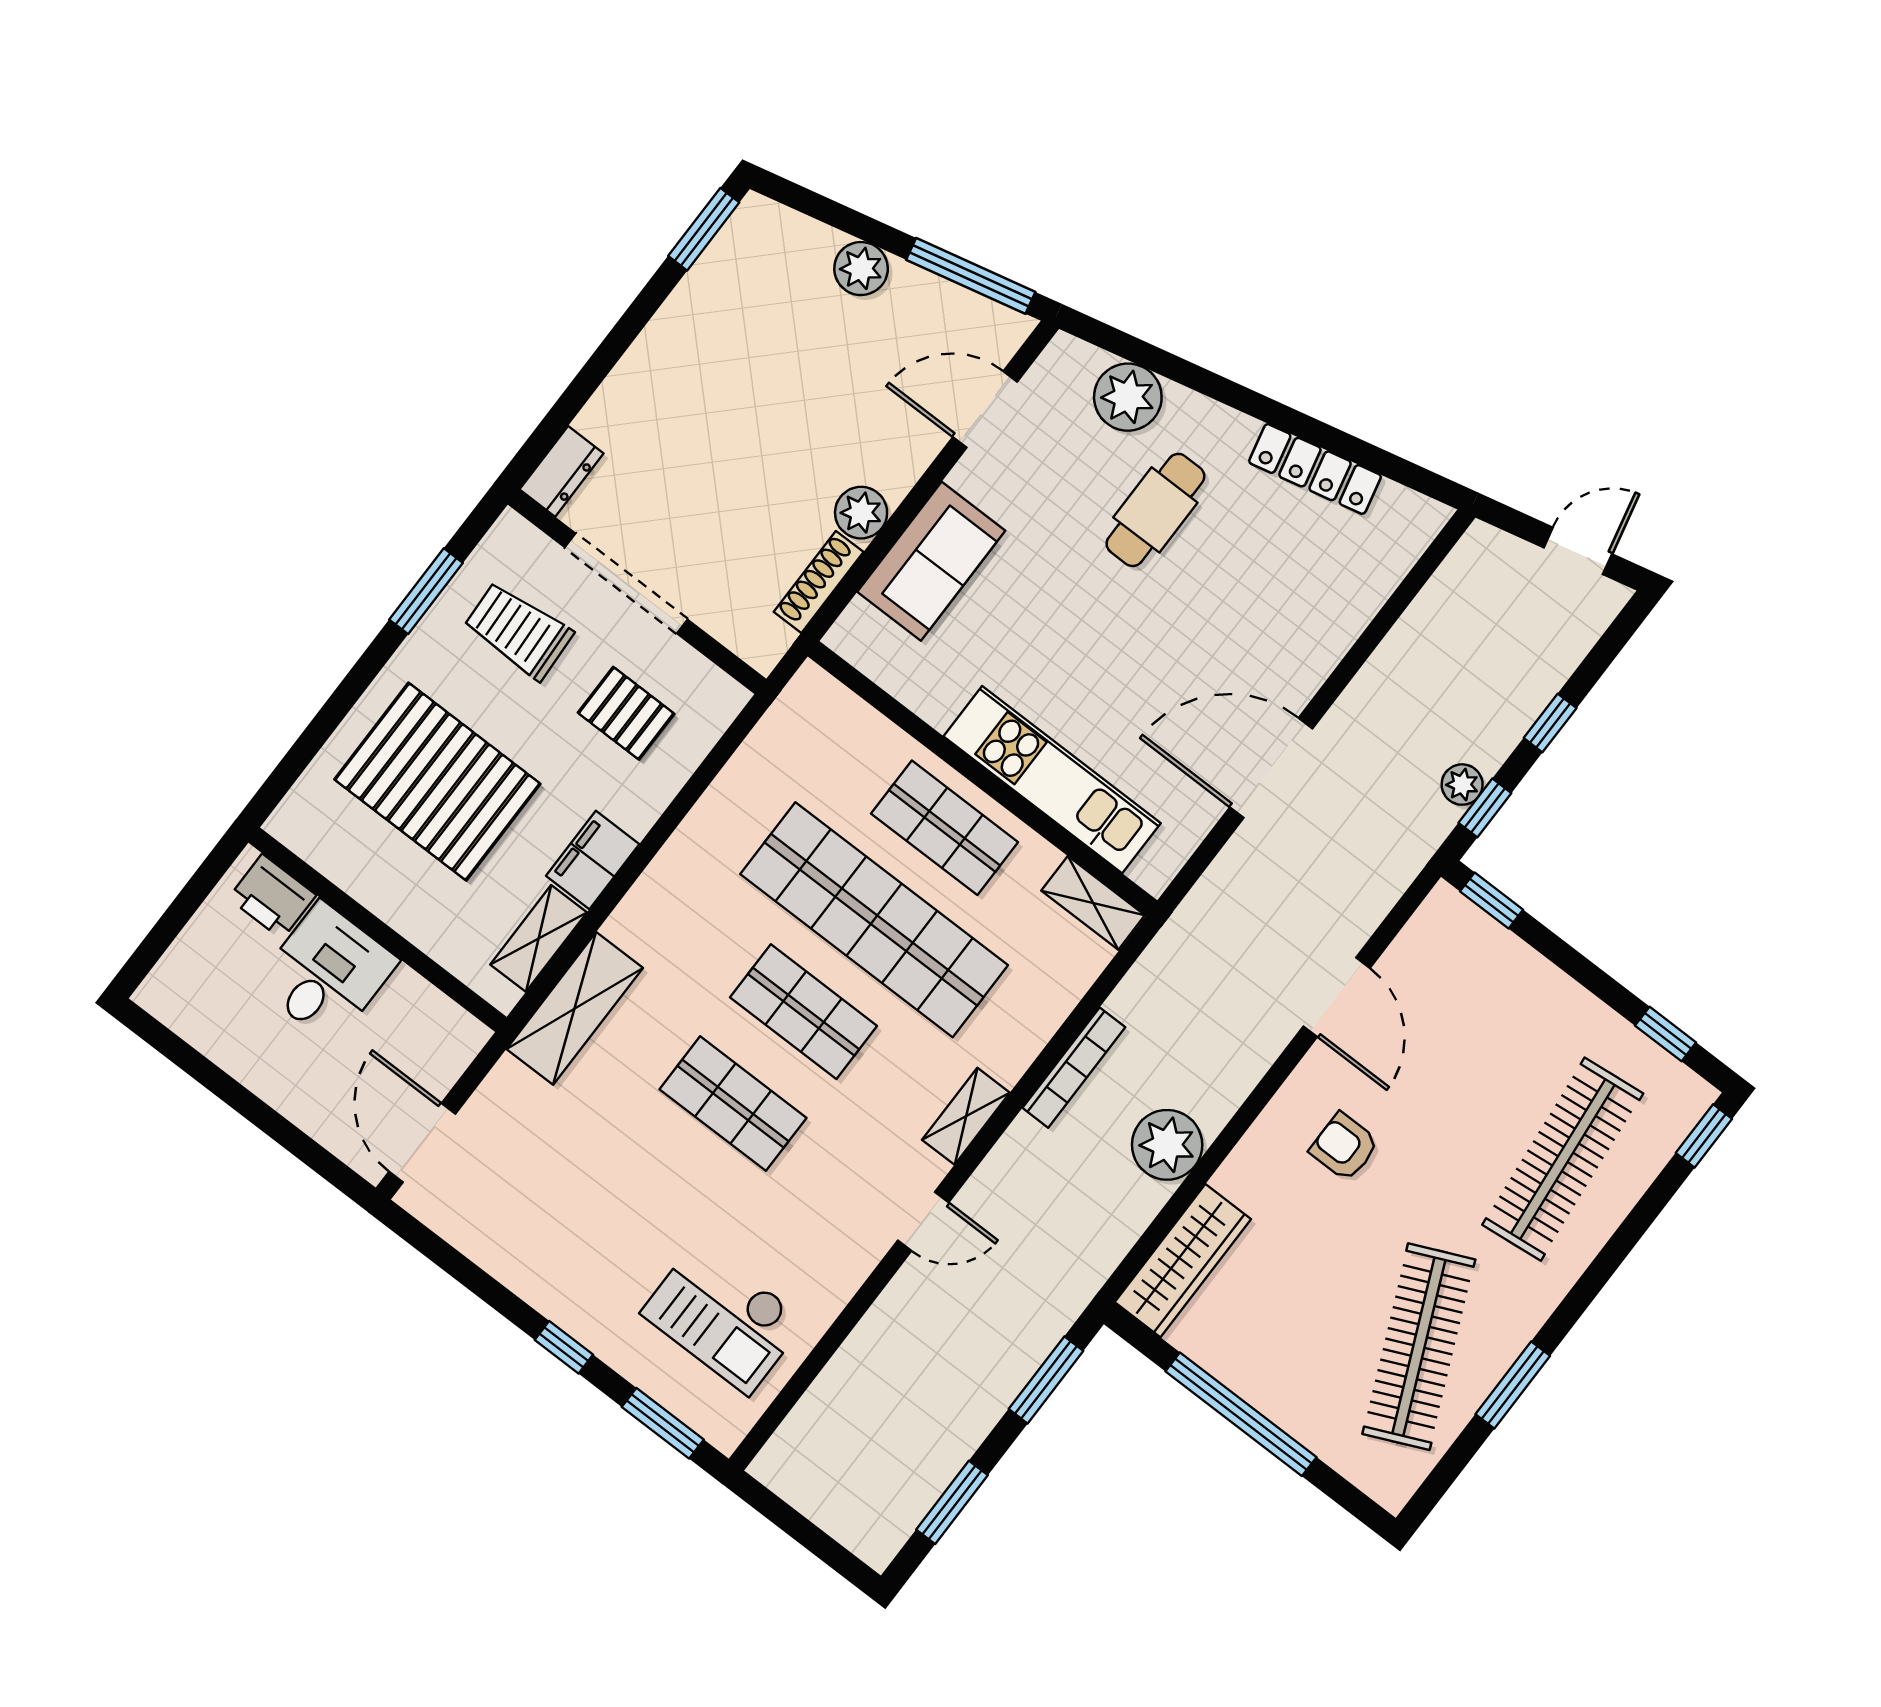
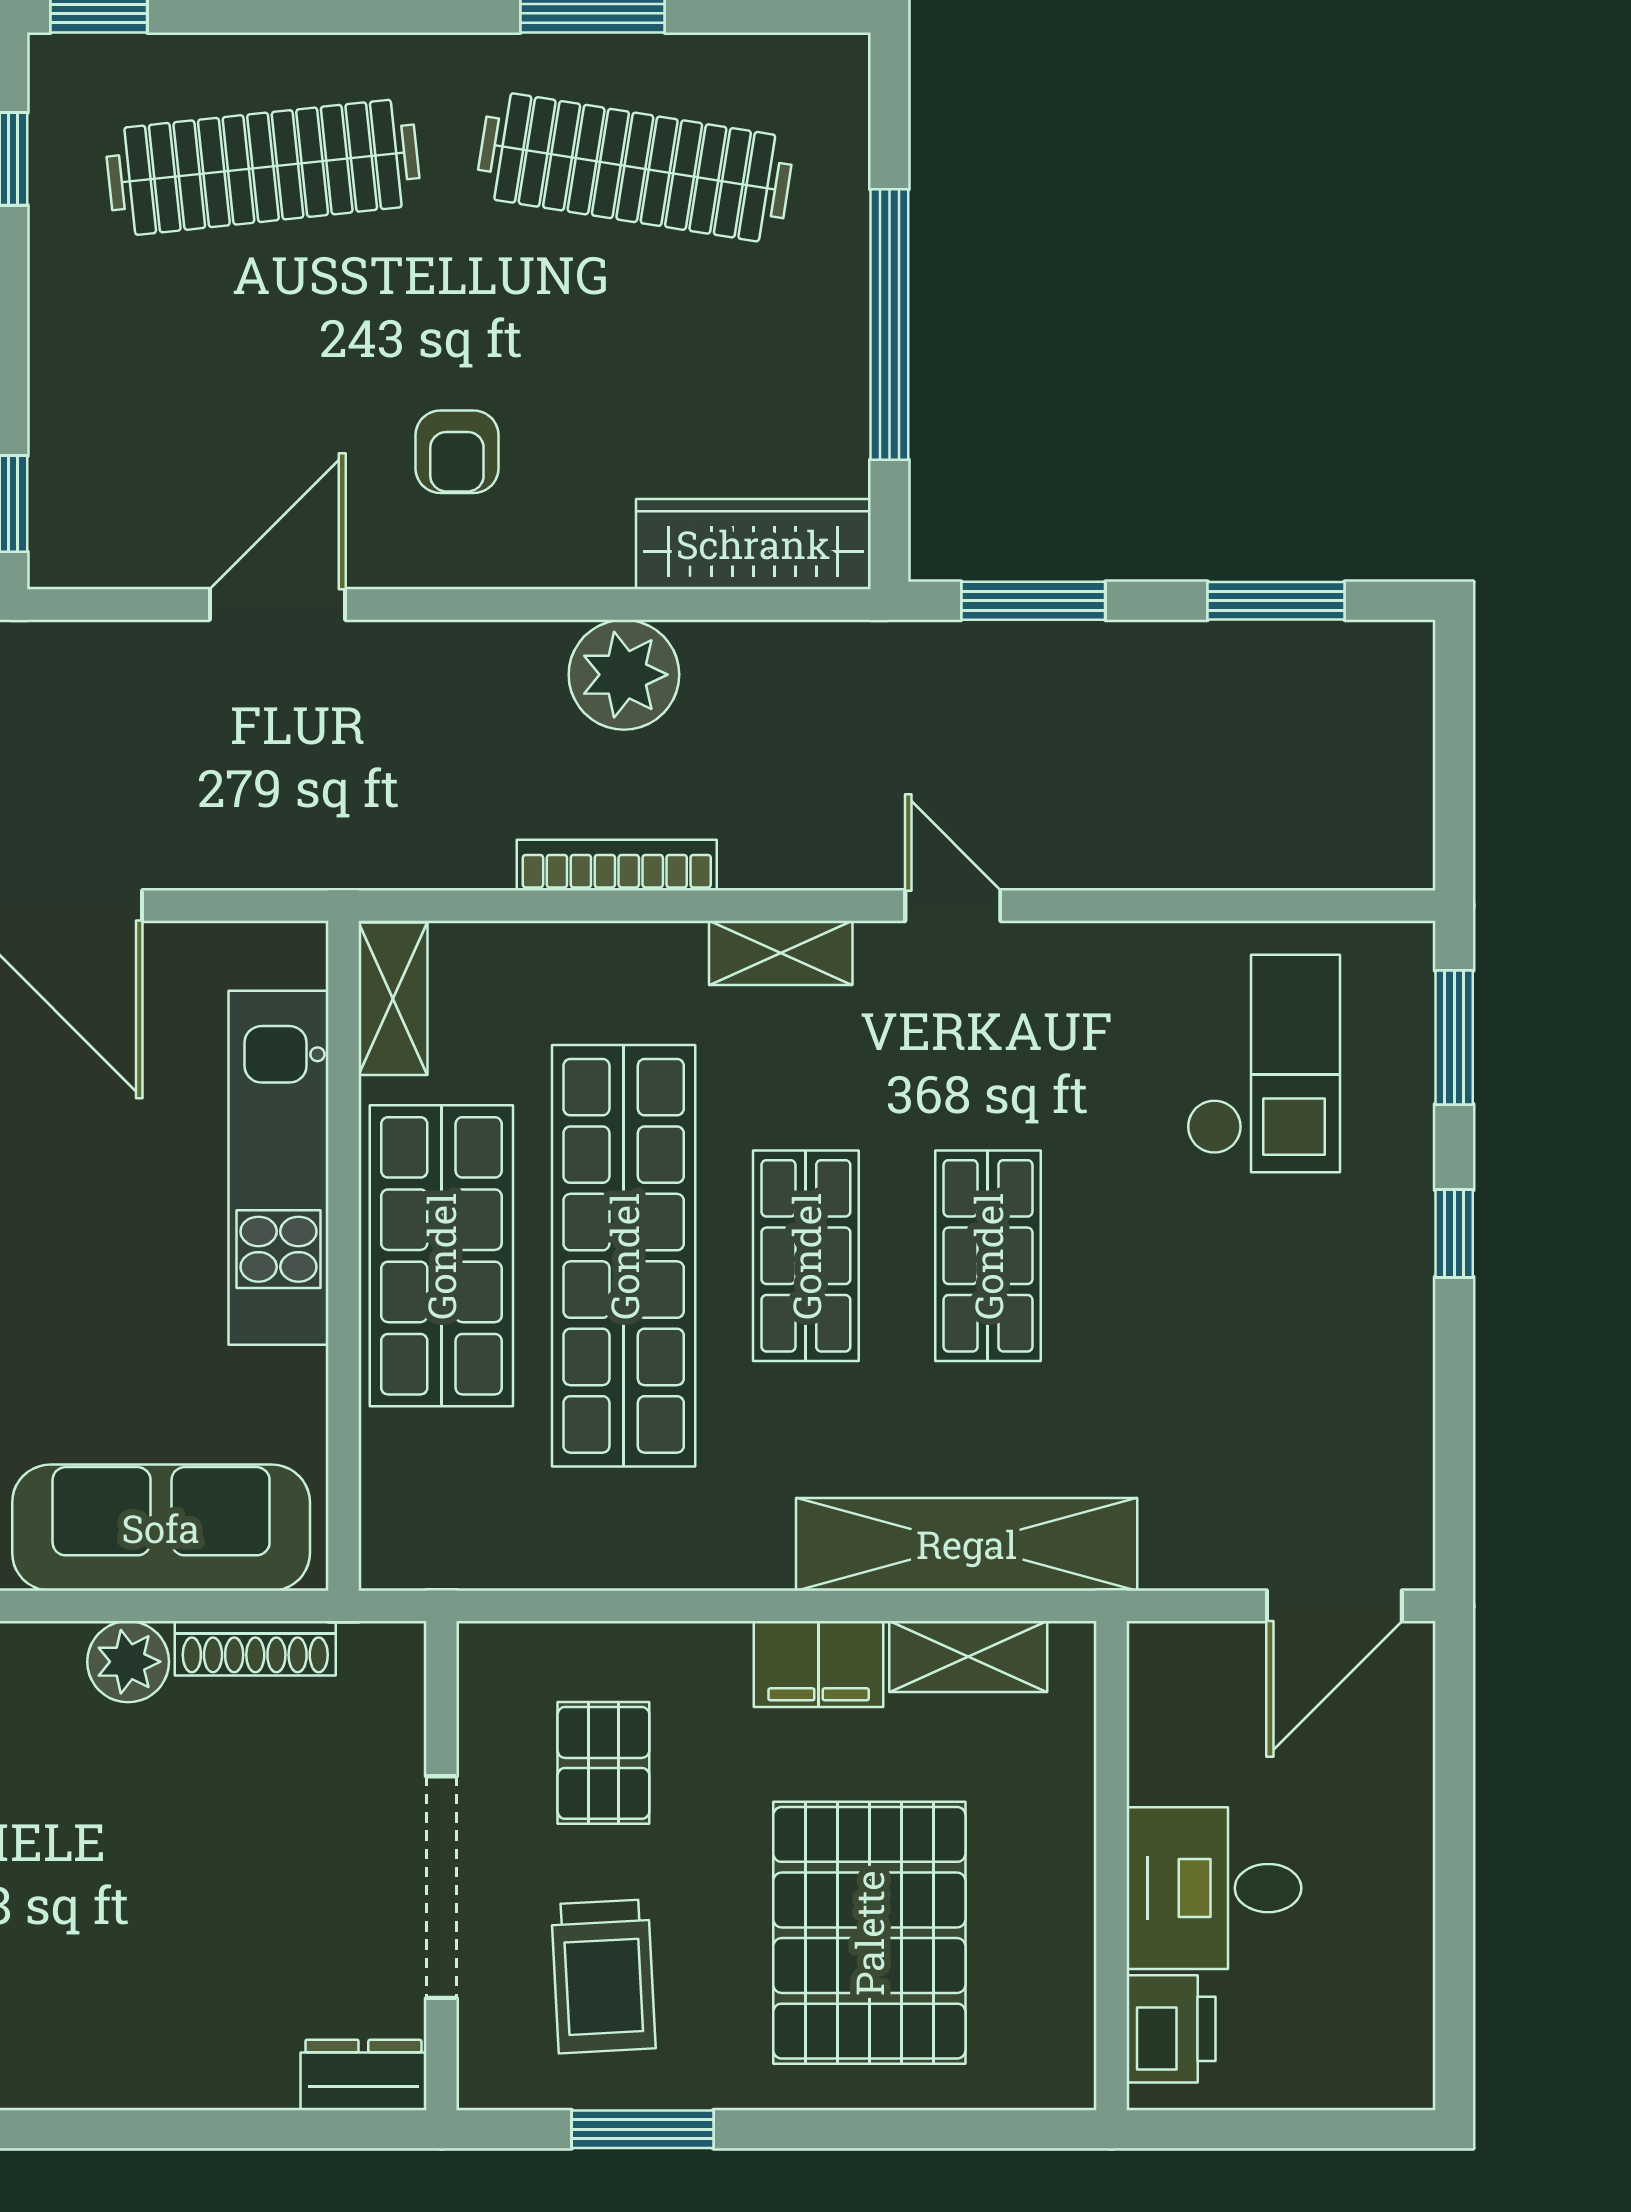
sofa: (931, 561) -> (161, 1528), width x1.36
shop shelf: (945, 828) -> (441, 1256), width x1.43, depth x1.36
shelving: (575, 1008) -> (967, 1544), width x1.47
clothes rail: (1419, 1347) -> (635, 167), turned 33

